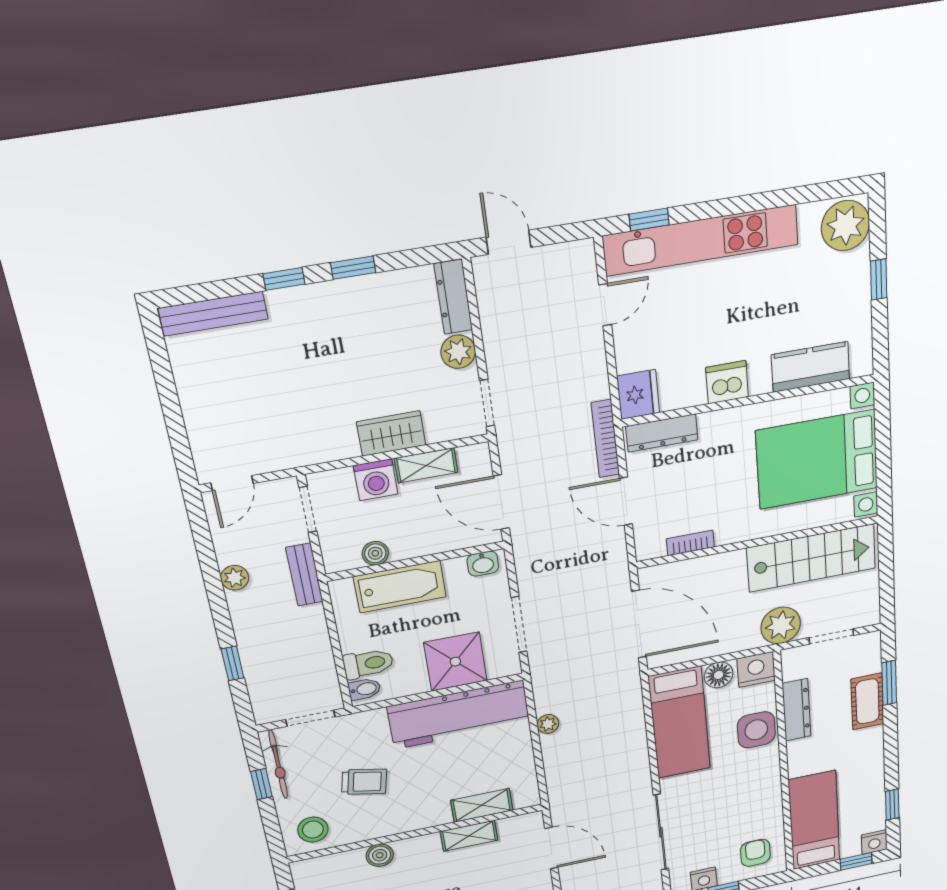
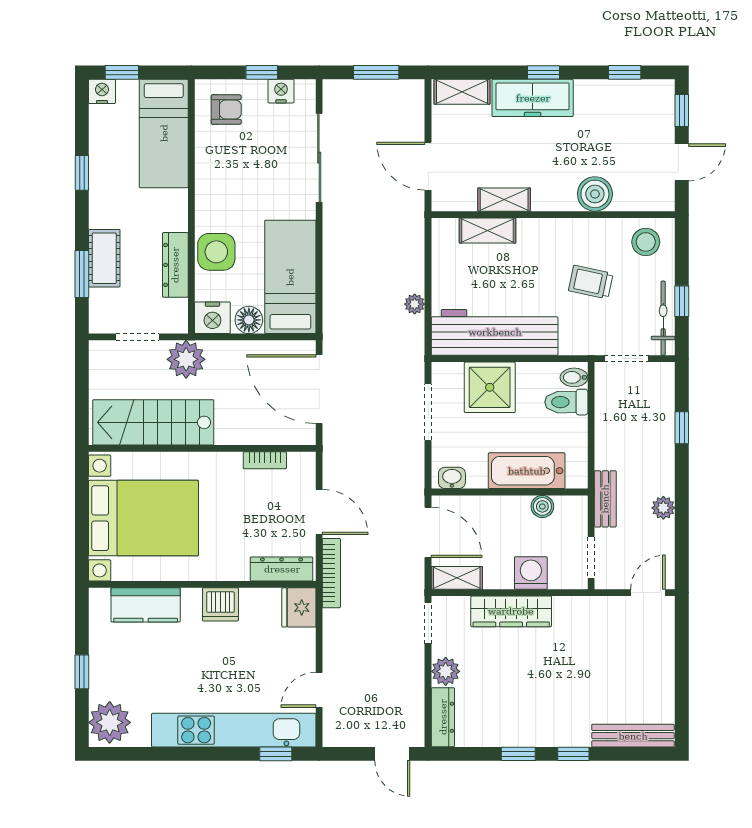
wardrobe: (391, 433) -> (511, 611), width x1.50
shelving: (426, 465) -> (457, 578), moved
window: (892, 805) -> (82, 173), moved
armchair: (755, 853) -> (226, 110), turned -90
boiler: (380, 855) -> (595, 194), width x1.36, depth x1.36

